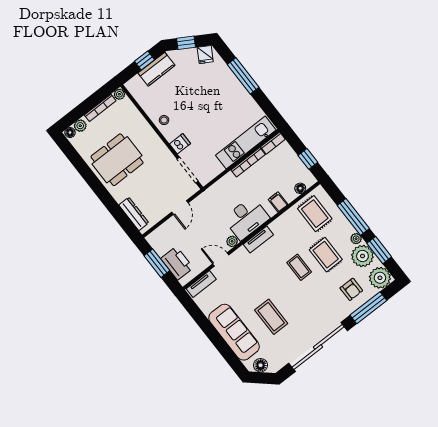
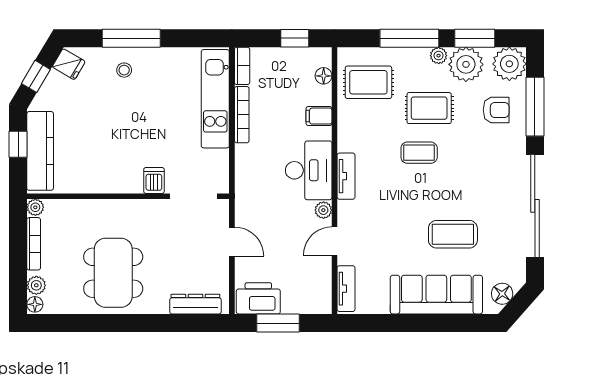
kitchen counter: (157, 69) -> (40, 151), width x1.50
stool: (164, 120) -> (124, 70), moved
printer: (177, 263) -> (258, 298), moved

